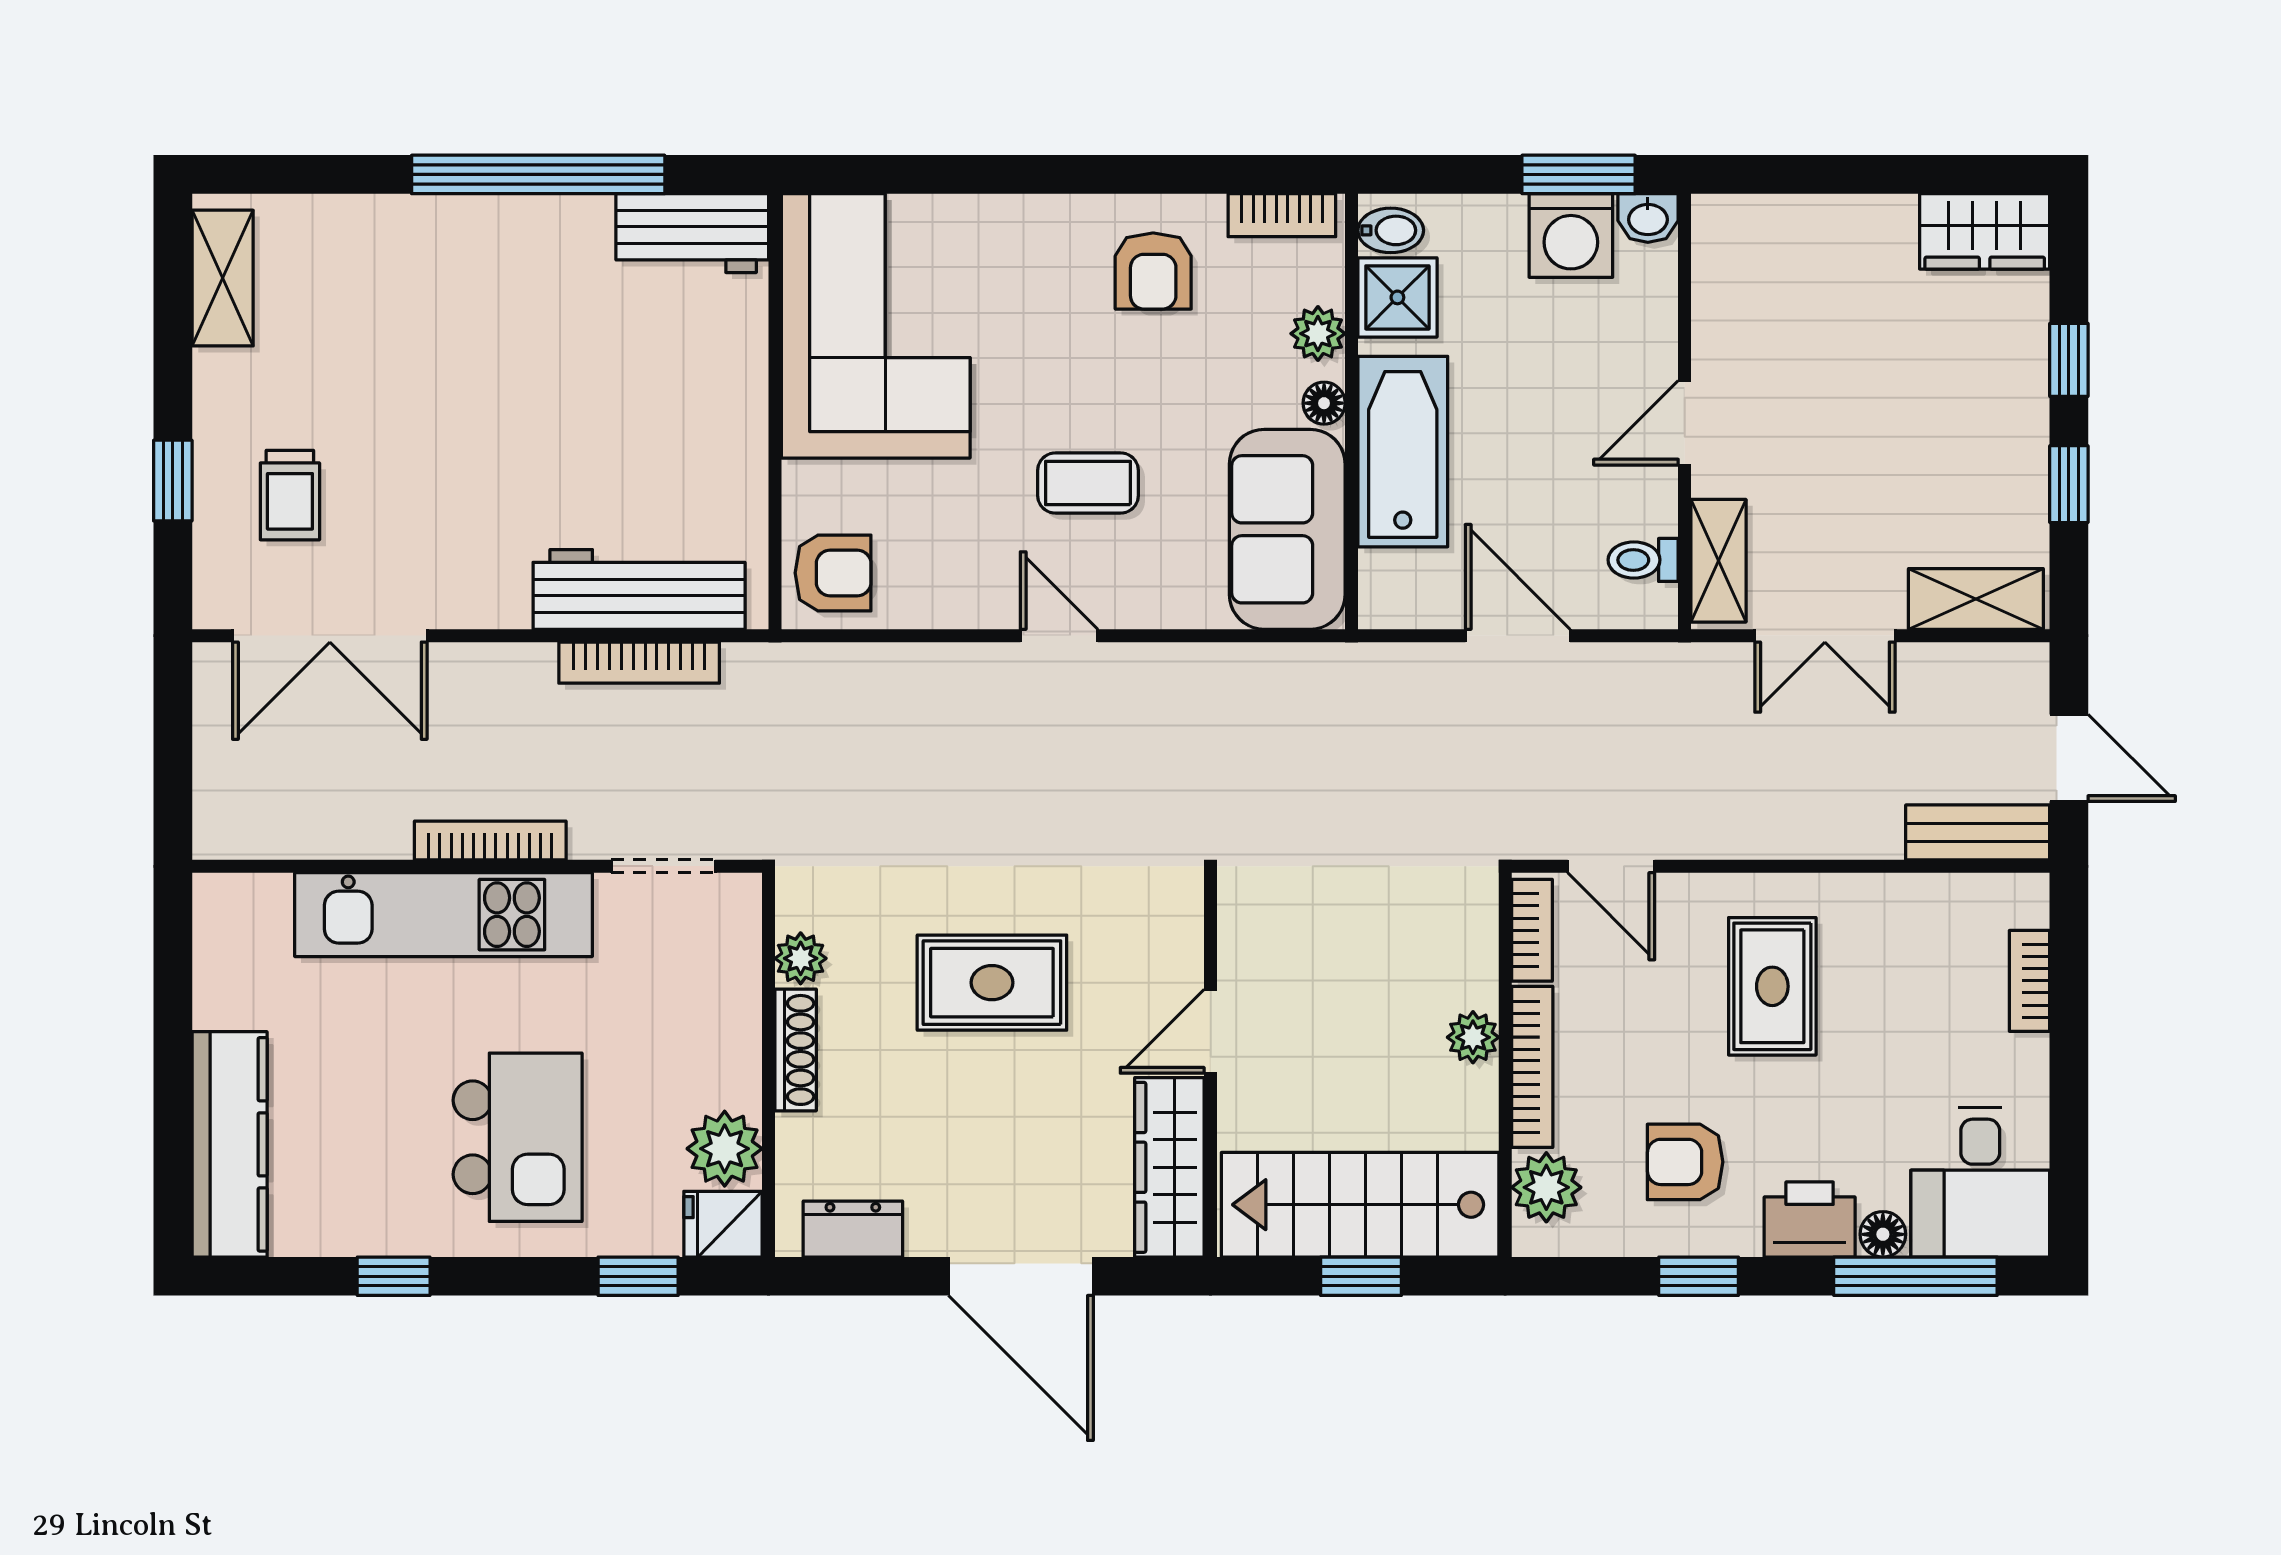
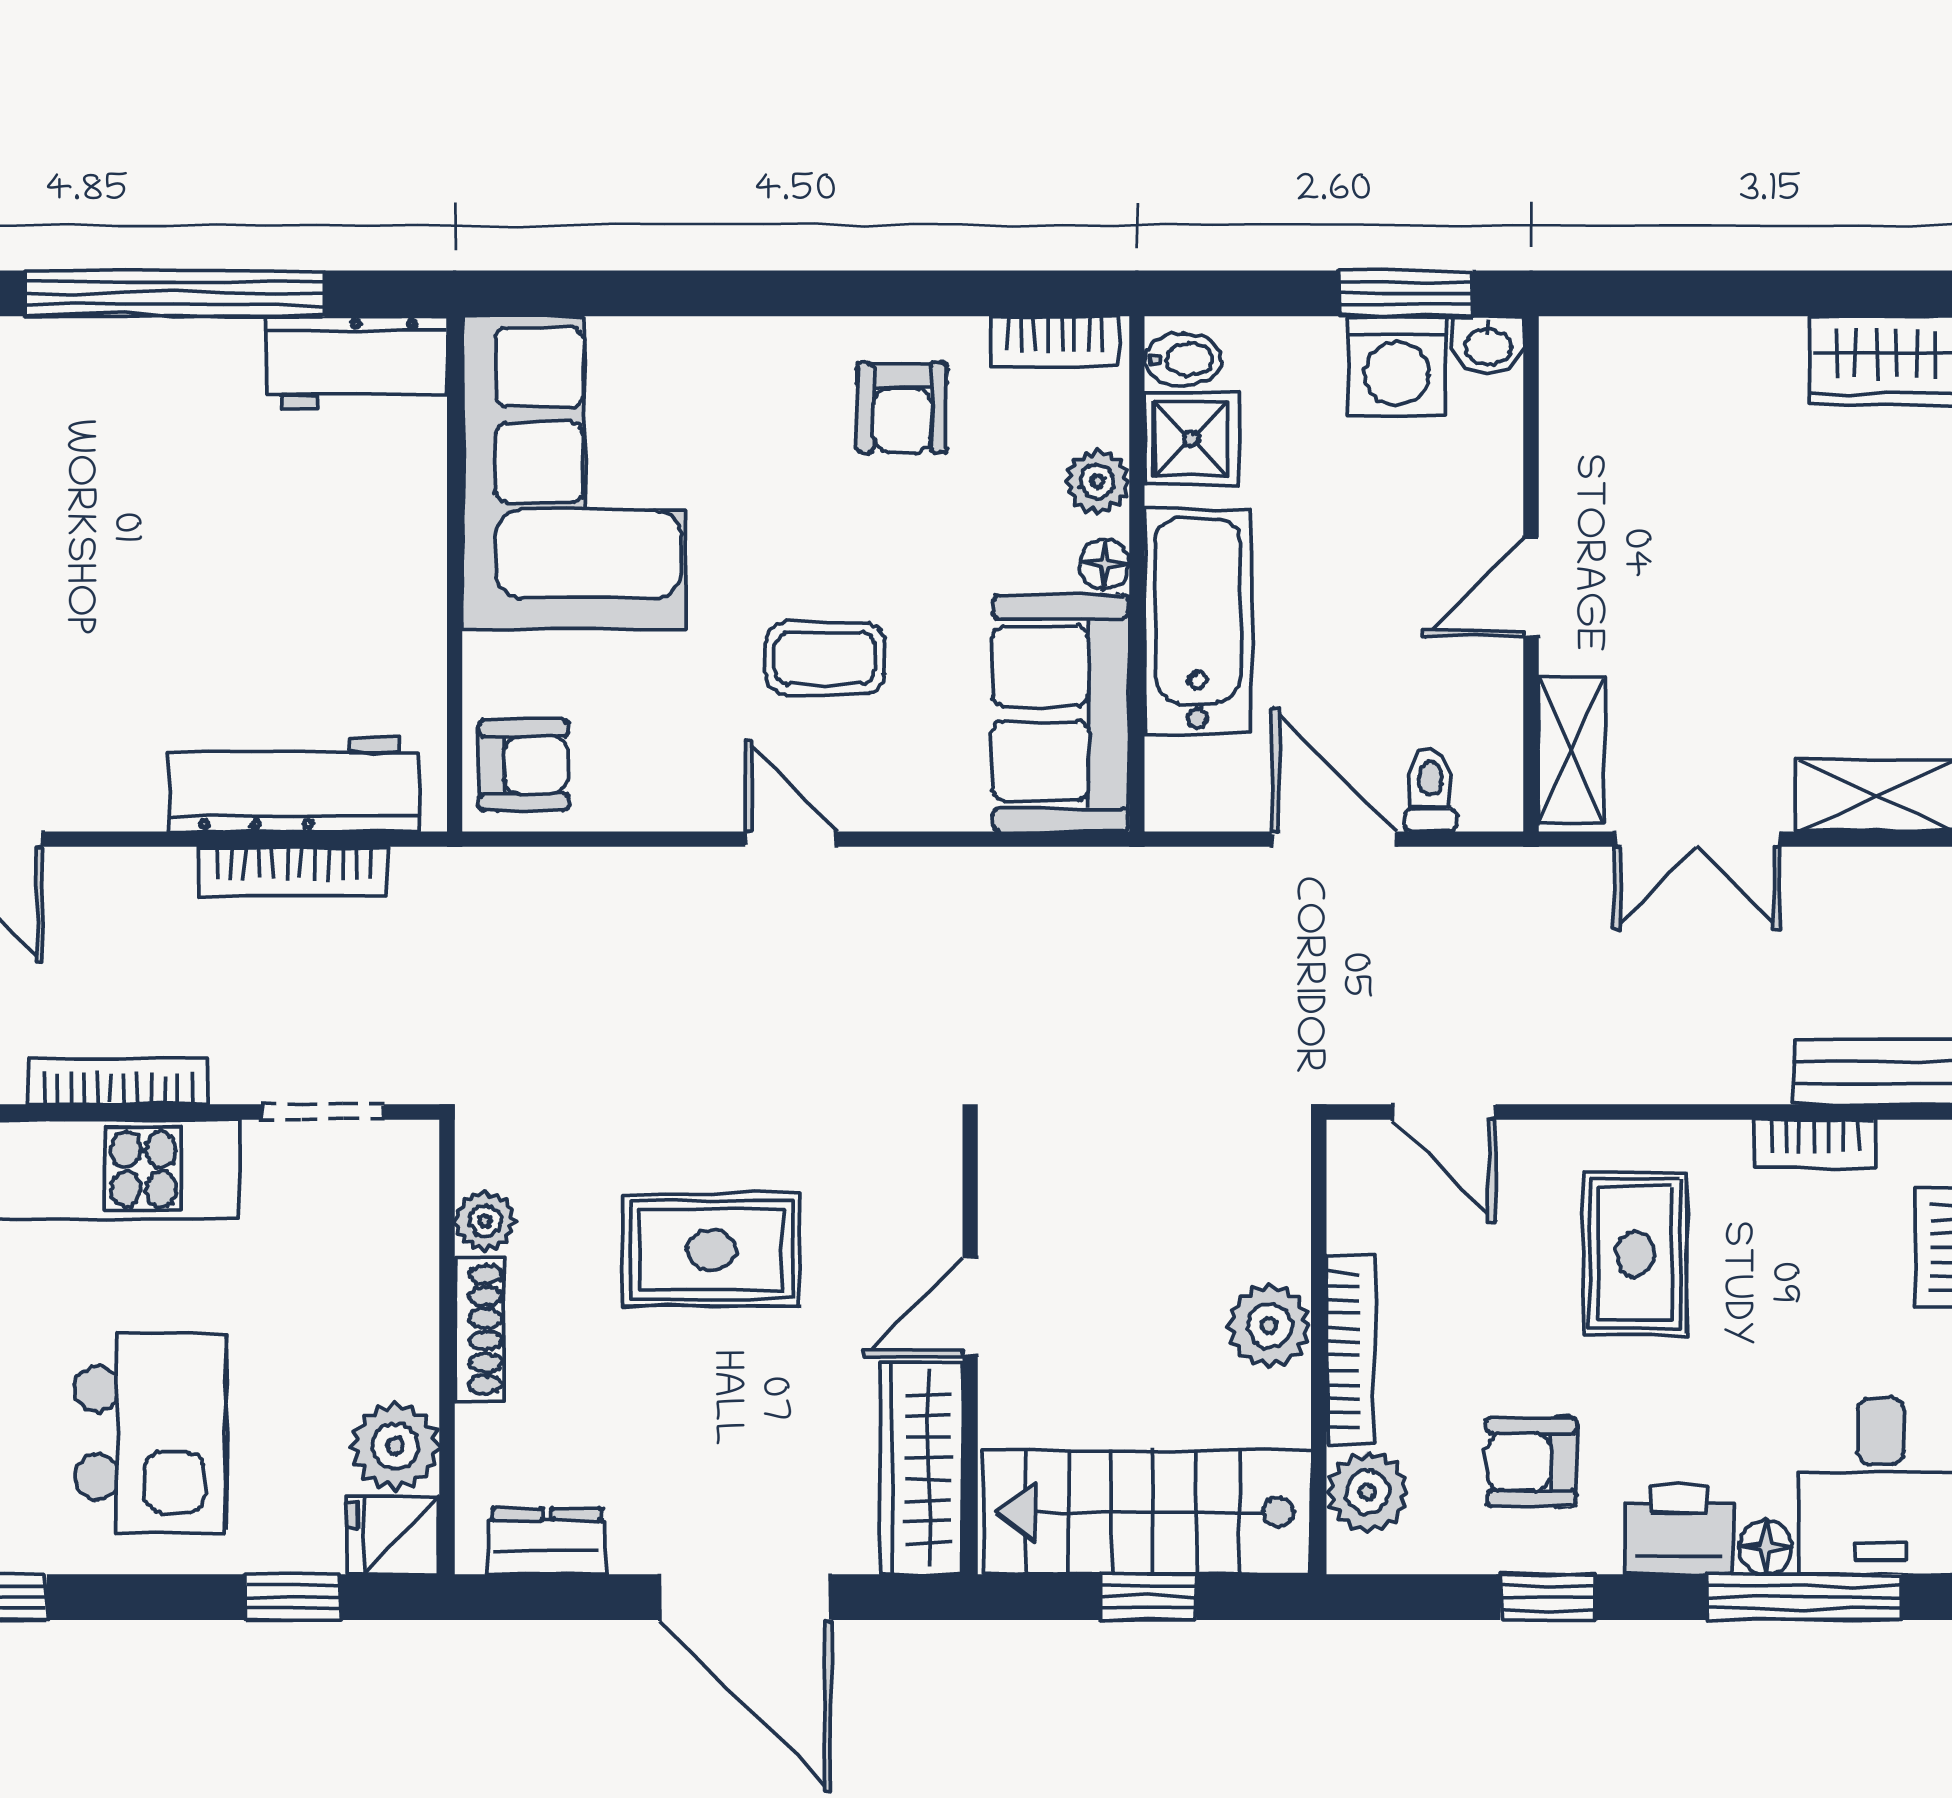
toilet: (1643, 560) -> (1430, 790), moved, turned 90
bookcase: (1532, 930) -> (1815, 1144), moved, turned 90
plant: (1473, 1037) -> (1269, 1326), width x1.38, depth x1.38

